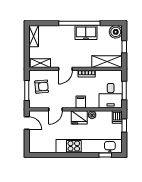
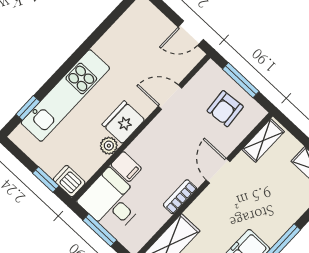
filing cabinet: (81, 102) -> (126, 167), moved
door: (55, 109) -> (170, 97), hinge flipped
kitchen unit: (89, 146) -> (65, 95), width x0.73

